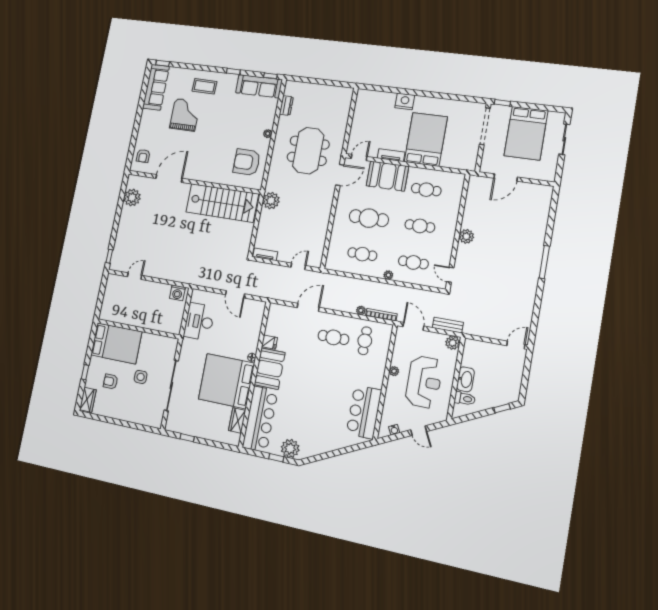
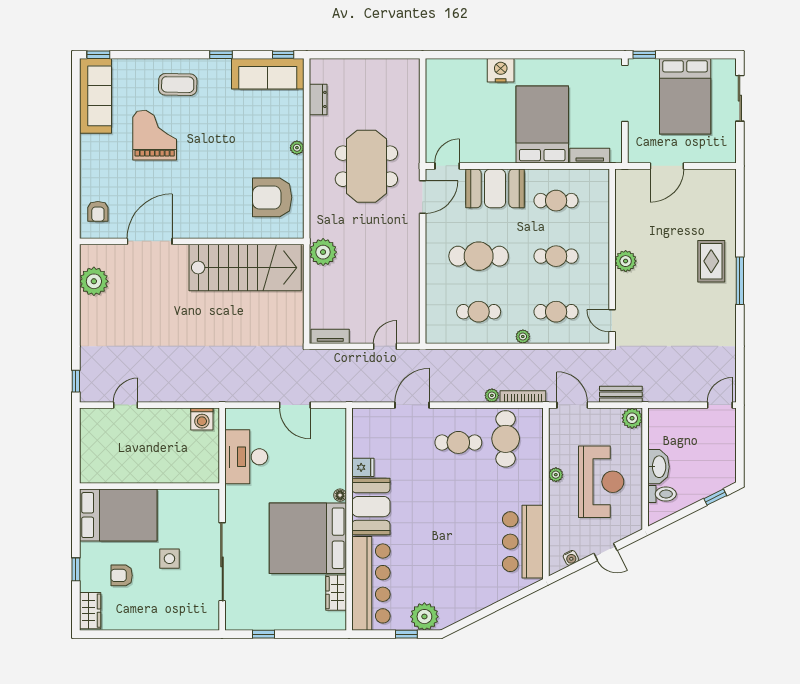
tv unit: (391, 155) -> (590, 156), moved
rug: (526, 246) -> (711, 261), added
cafe table: (365, 341) -> (506, 439), width x1.37, depth x1.35

